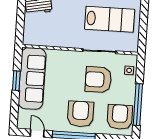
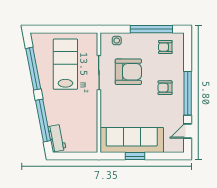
armchair: (98, 80) -> (128, 72), turned -90
armchair: (80, 114) -> (165, 88), width x0.53, depth x0.53
armchair: (120, 117) -> (165, 47), width x0.53, depth x0.53

